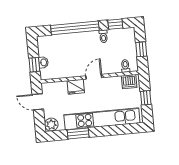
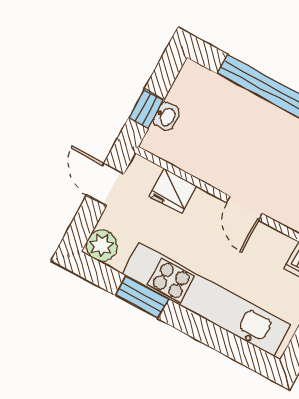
door: (94, 77) -> (244, 208), swing flipped
fridge: (76, 87) -> (173, 191), moved

